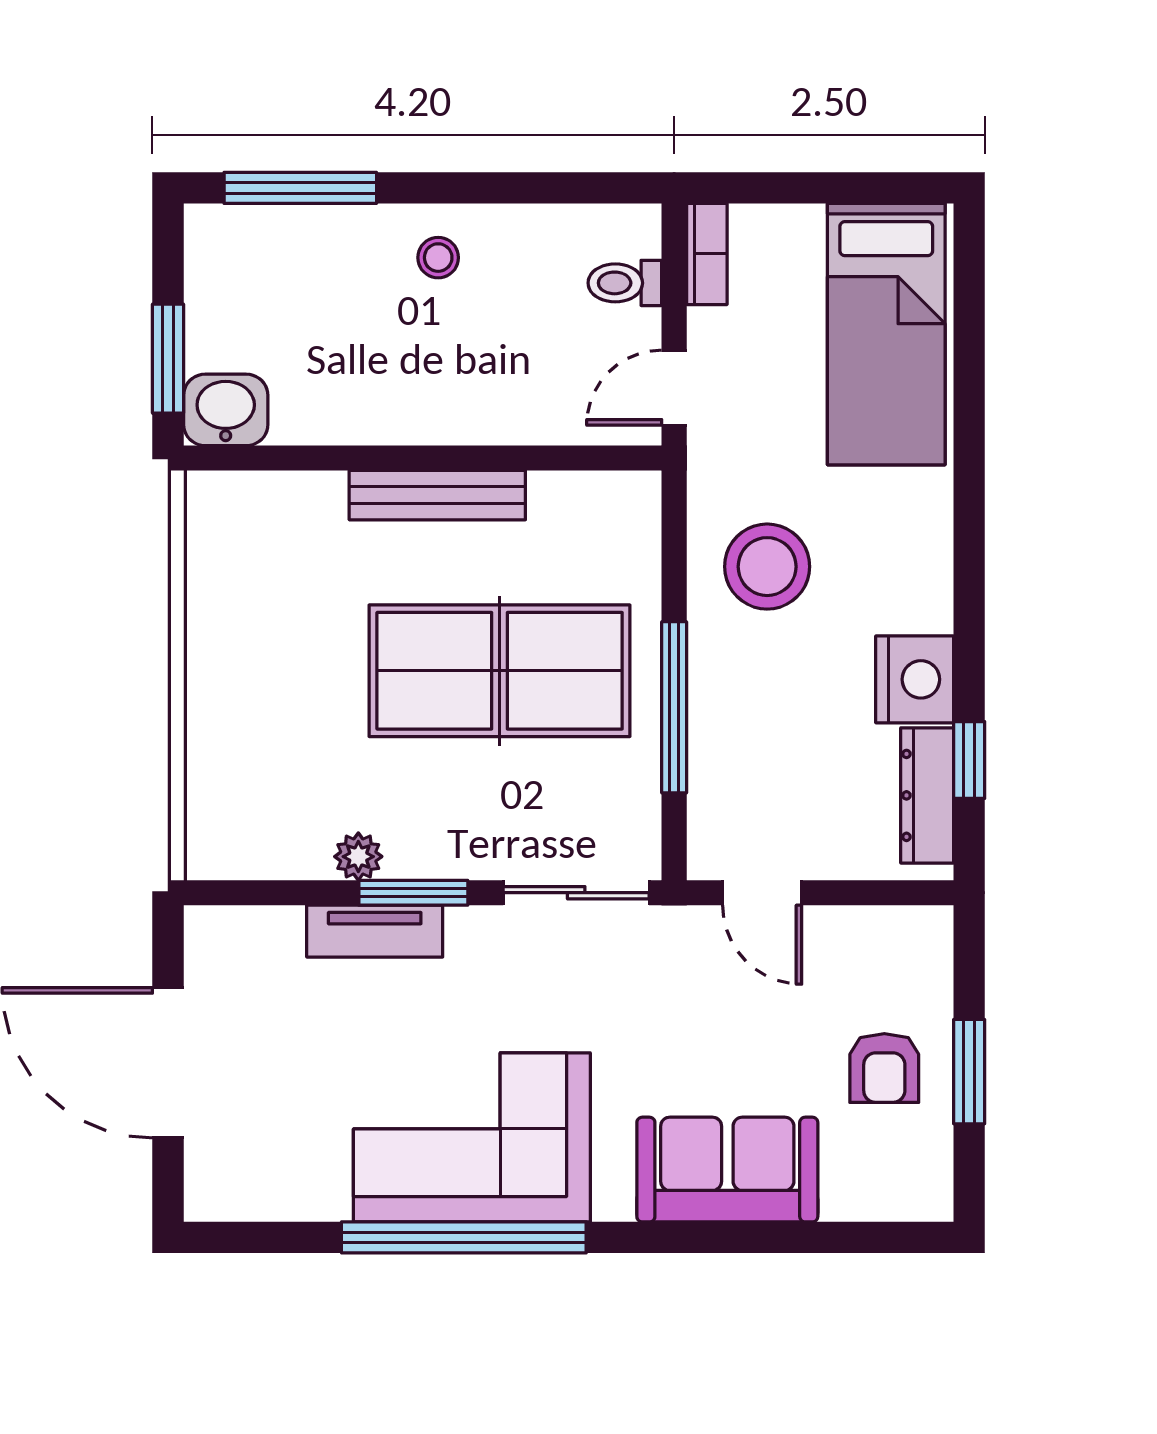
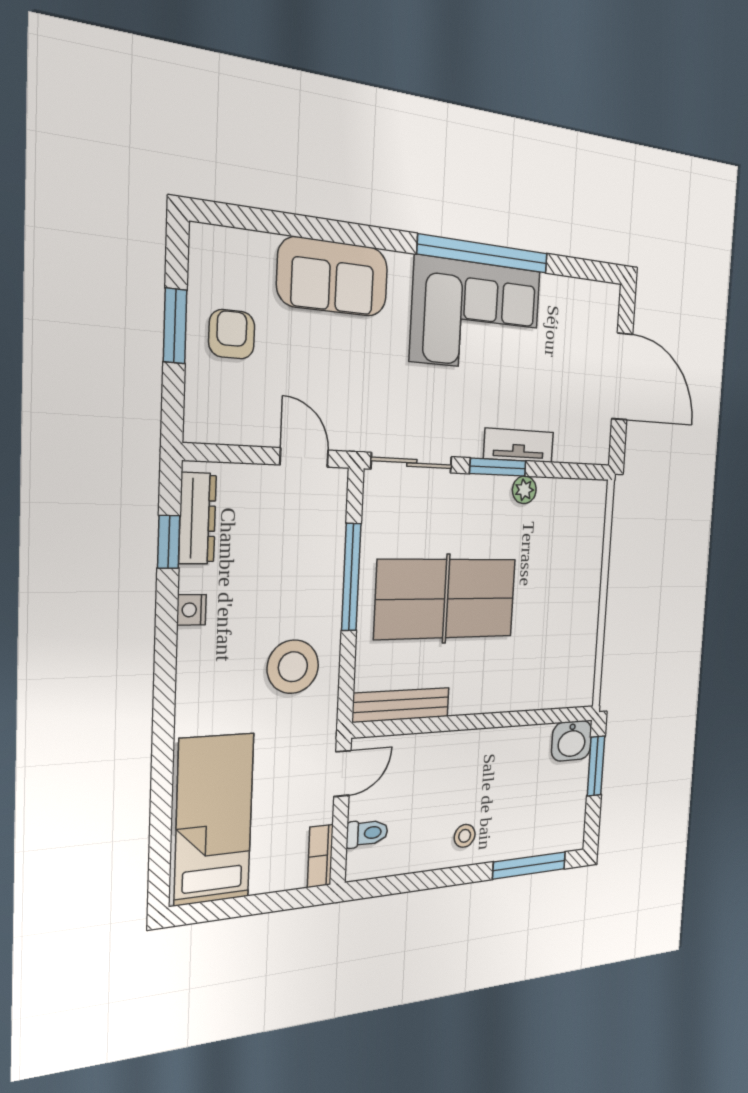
bench: (437, 495) -> (401, 705), moved
nightstand: (915, 679) -> (192, 610), width x0.53, depth x0.56

